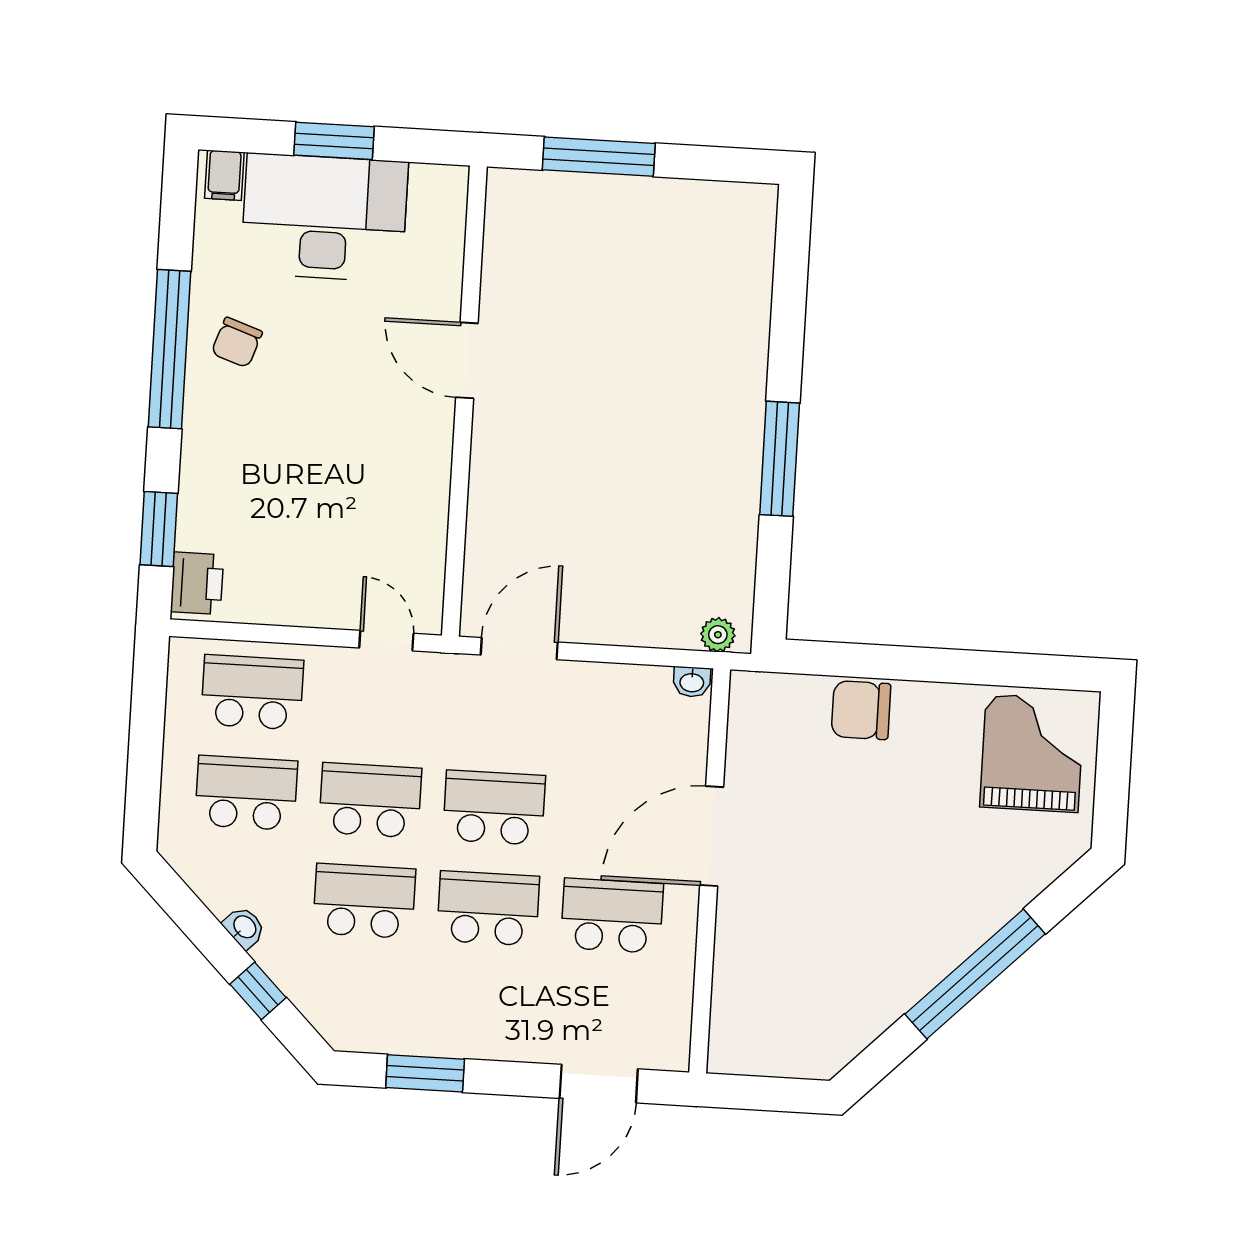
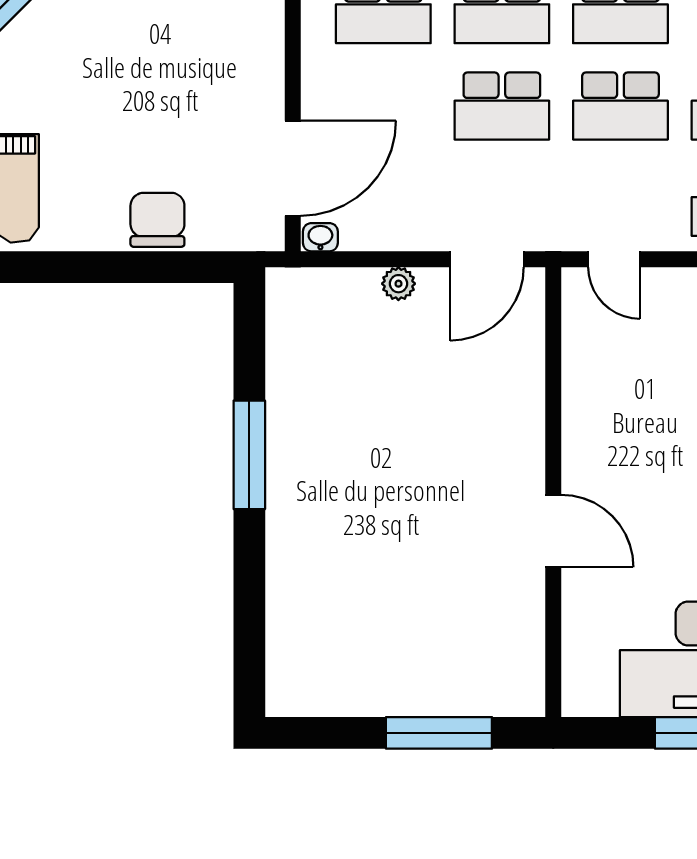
plant: (718, 635) -> (398, 284), moved
chair: (861, 710) -> (157, 220), turned -90
door: (712, 836) -> (293, 168), moved

